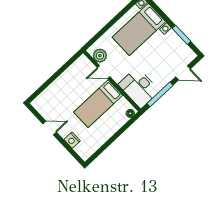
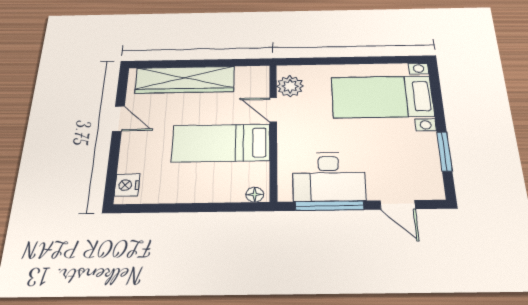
desk: (139, 88) -> (329, 176), moved, turned -90
wardrobe: (57, 89) -> (185, 80), added
nightstand: (72, 140) -> (127, 185), moved

